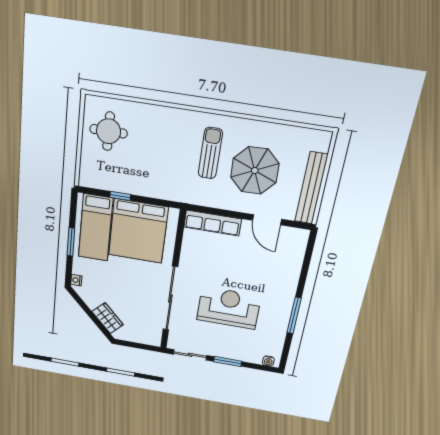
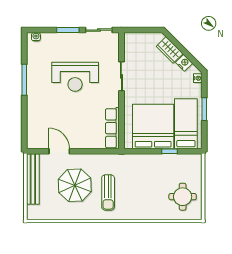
row of seats: (213, 223) -> (112, 128), moved, turned -90
sliding door: (170, 299) -> (121, 76), width x0.54
nightstand: (91, 301) -> (184, 63), added

